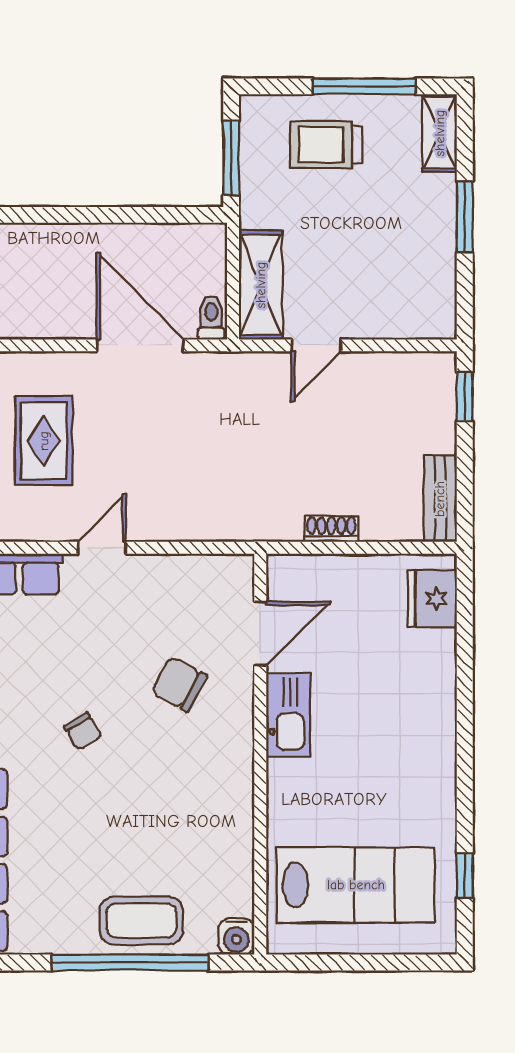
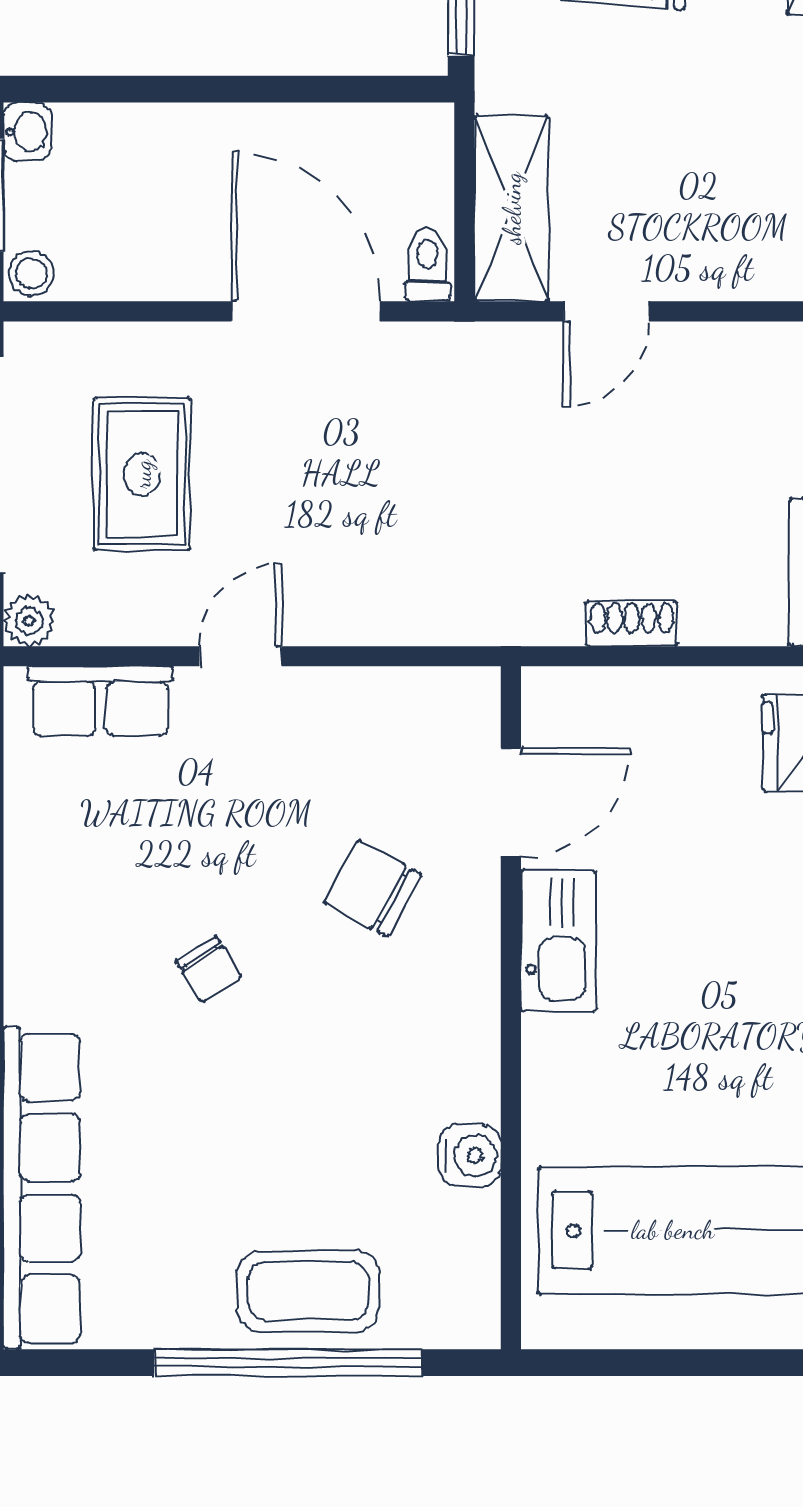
water cooler: (236, 937) -> (470, 1155), moved, turned -90

